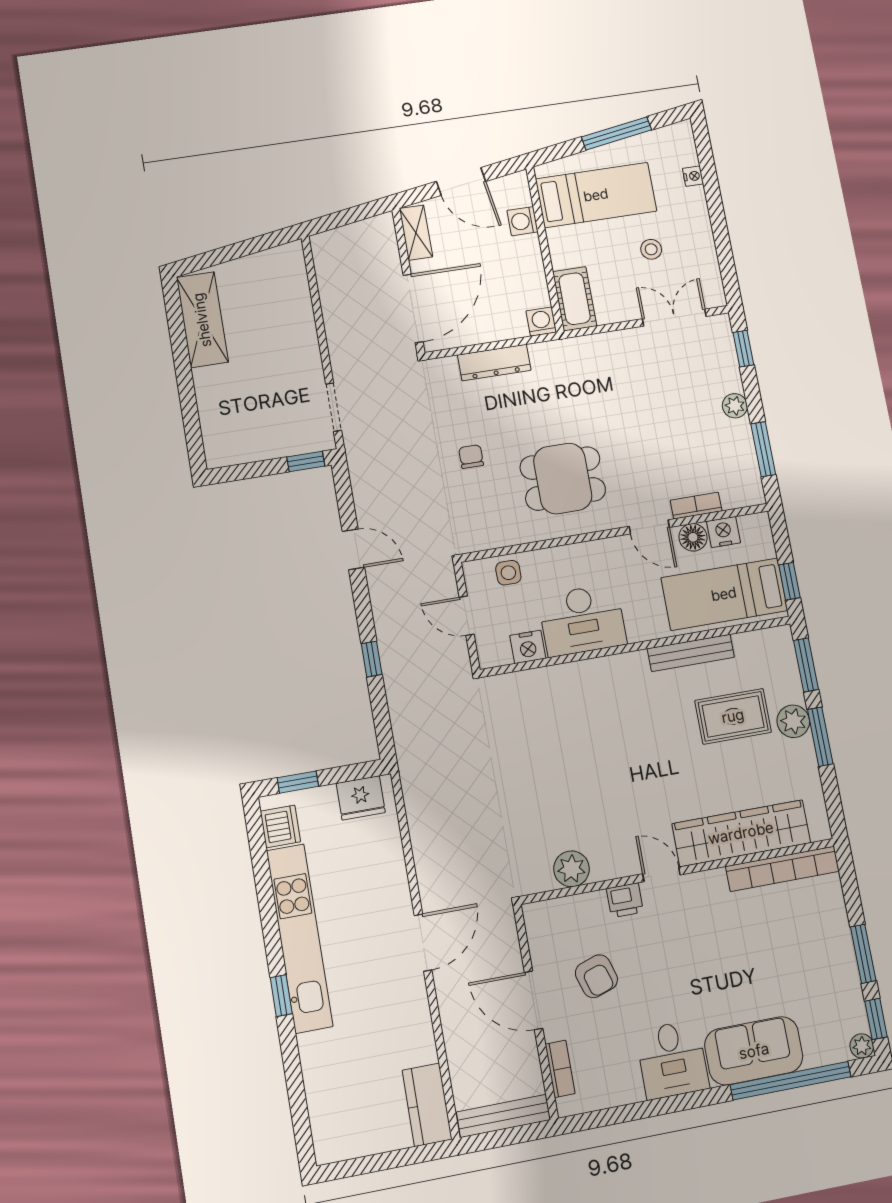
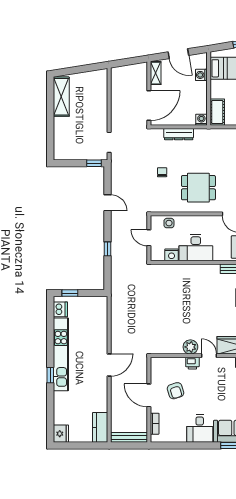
fridge: (361, 798) -> (61, 434), moved, turned -90
plant: (572, 869) -> (190, 347), moved

